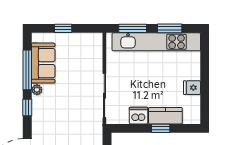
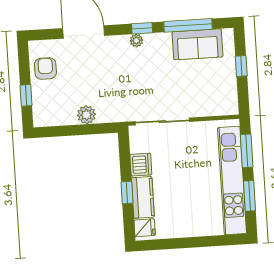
fridge: (192, 88) -> (145, 228), moved, turned 90
plant: (37, 90) -> (136, 40), moved

